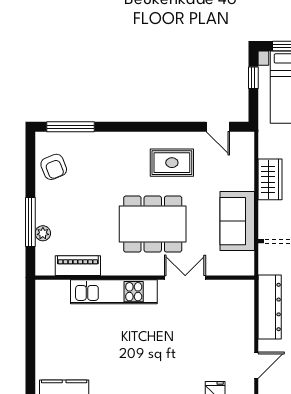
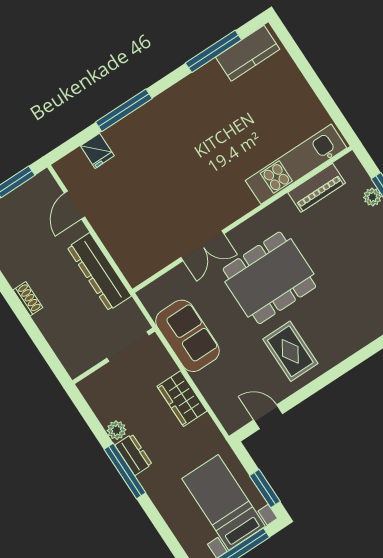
window: (253, 78) -> (265, 489), width x1.50
rug: (172, 163) -> (290, 351), turned 90
kitchen unit: (114, 292) -> (296, 164), moved

